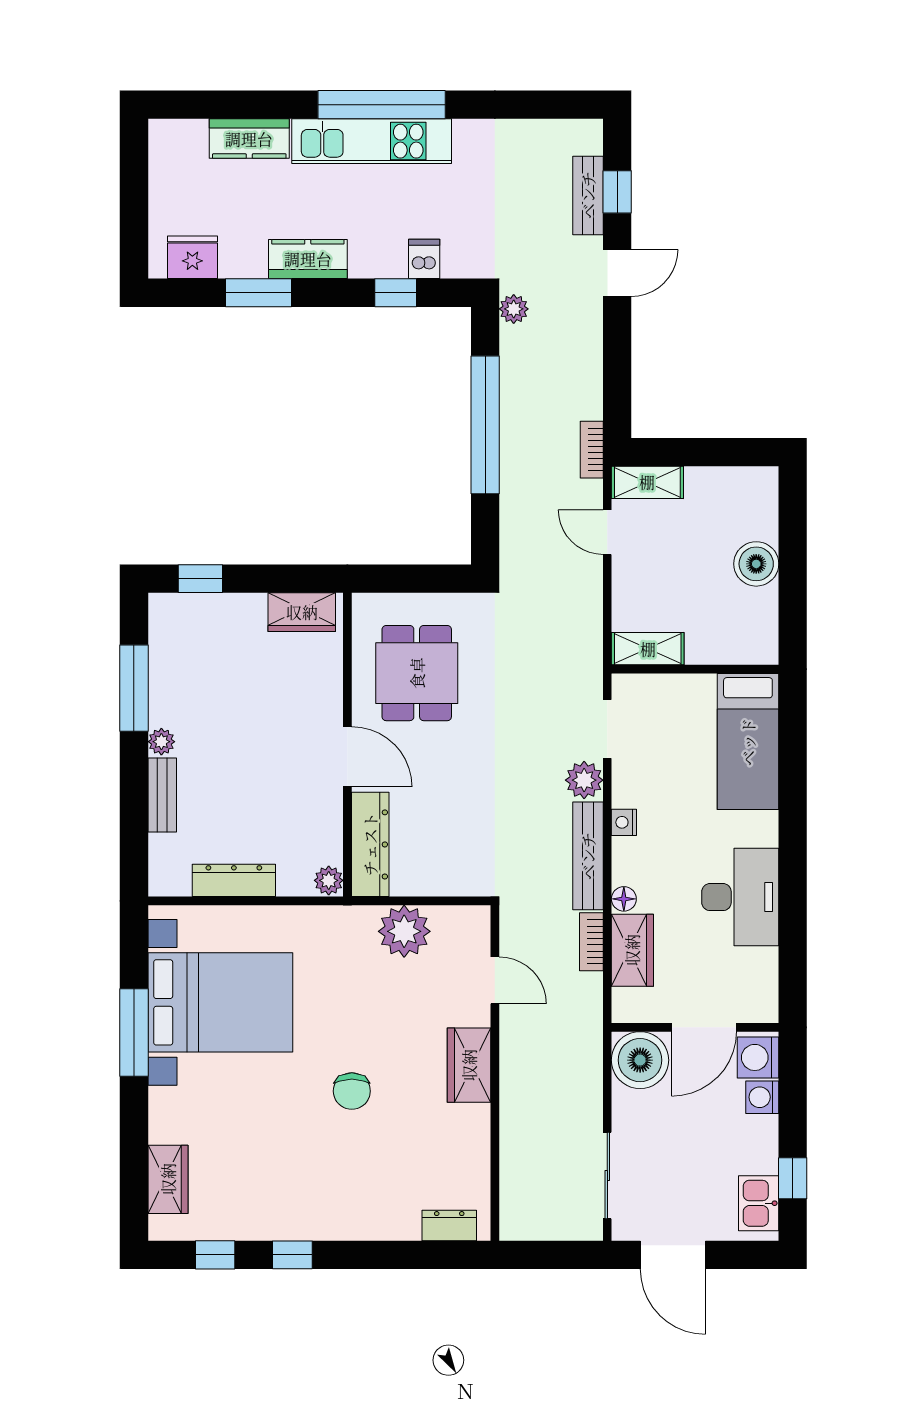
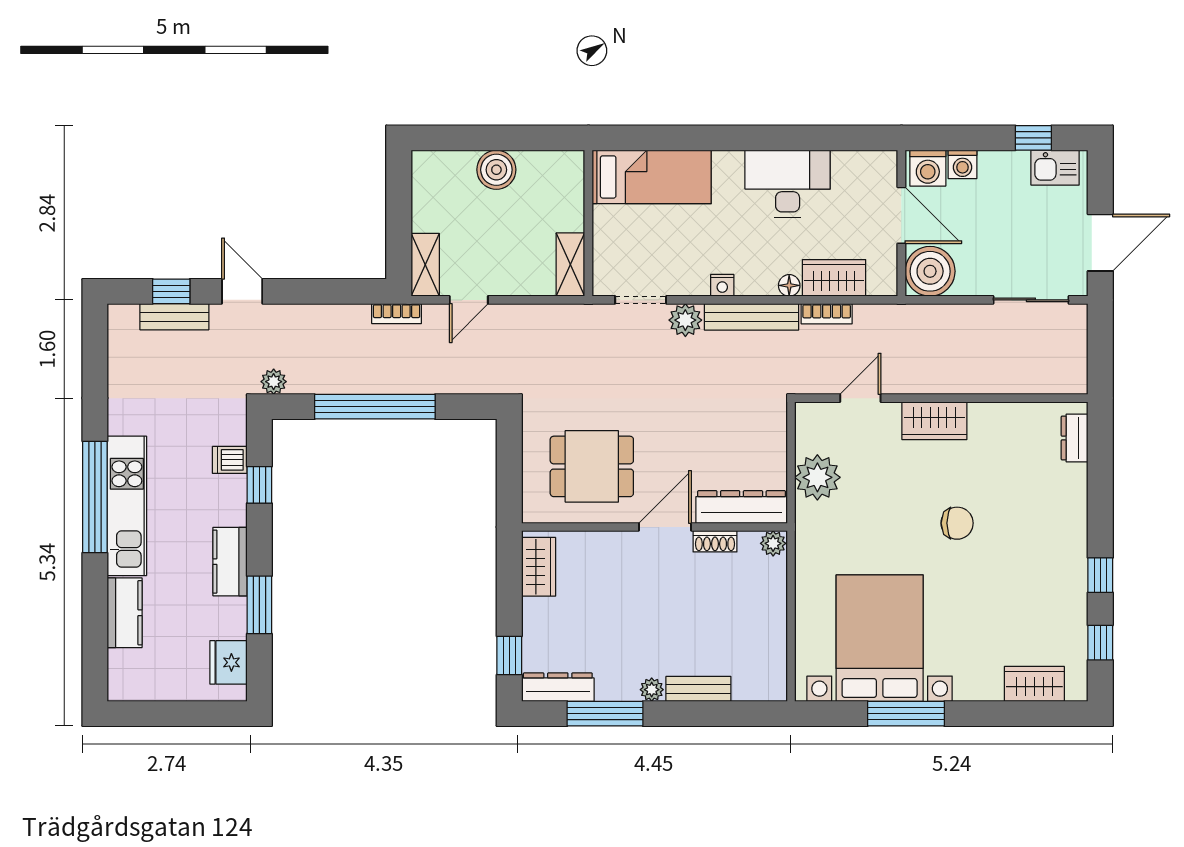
shoe rack: (331, 814) -> (715, 541), added
dresser: (234, 880) -> (558, 687), moved, turned 90

